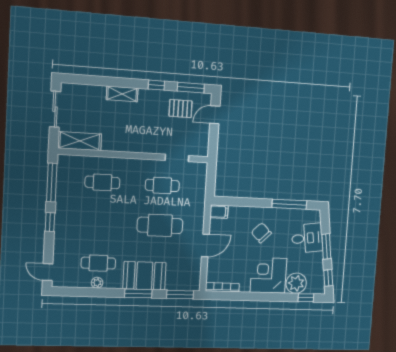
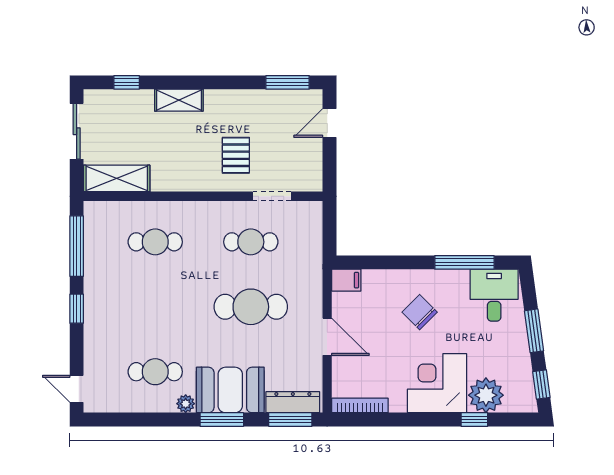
window: (156, 85) -> (127, 82), moved
pallet: (180, 109) -> (236, 155), moved, turned 90
desk: (307, 238) -> (494, 295), moved, turned -82
door: (205, 245) -> (327, 337), hinge flipped
plant: (97, 283) -> (186, 404), moved
dresser: (182, 284) -> (293, 402), added
window: (306, 298) -> (474, 420), moved

